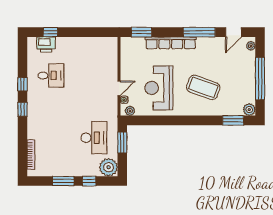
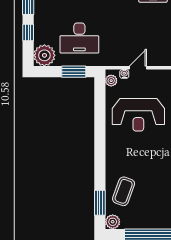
coffee table: (203, 87) -> (124, 191), moved, width x0.73, depth x0.76
door: (119, 88) -> (138, 68), swing flipped
reception desk: (159, 88) -> (138, 115), turned 180

